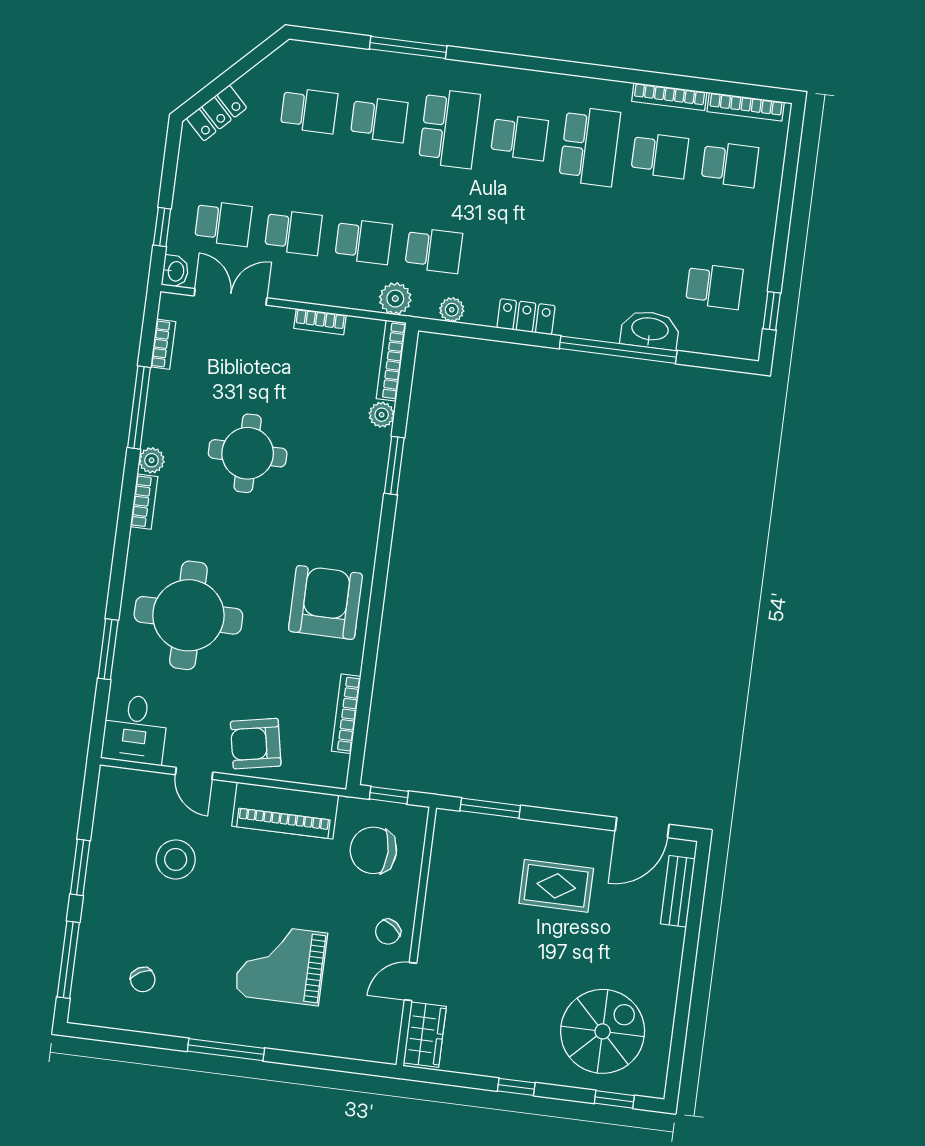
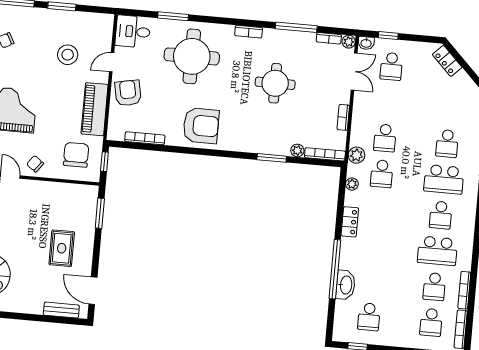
school desk: (309, 110) -> (450, 108), removed
school desk: (293, 232) -> (388, 102), removed
plant: (152, 460) -> (349, 42), moved

